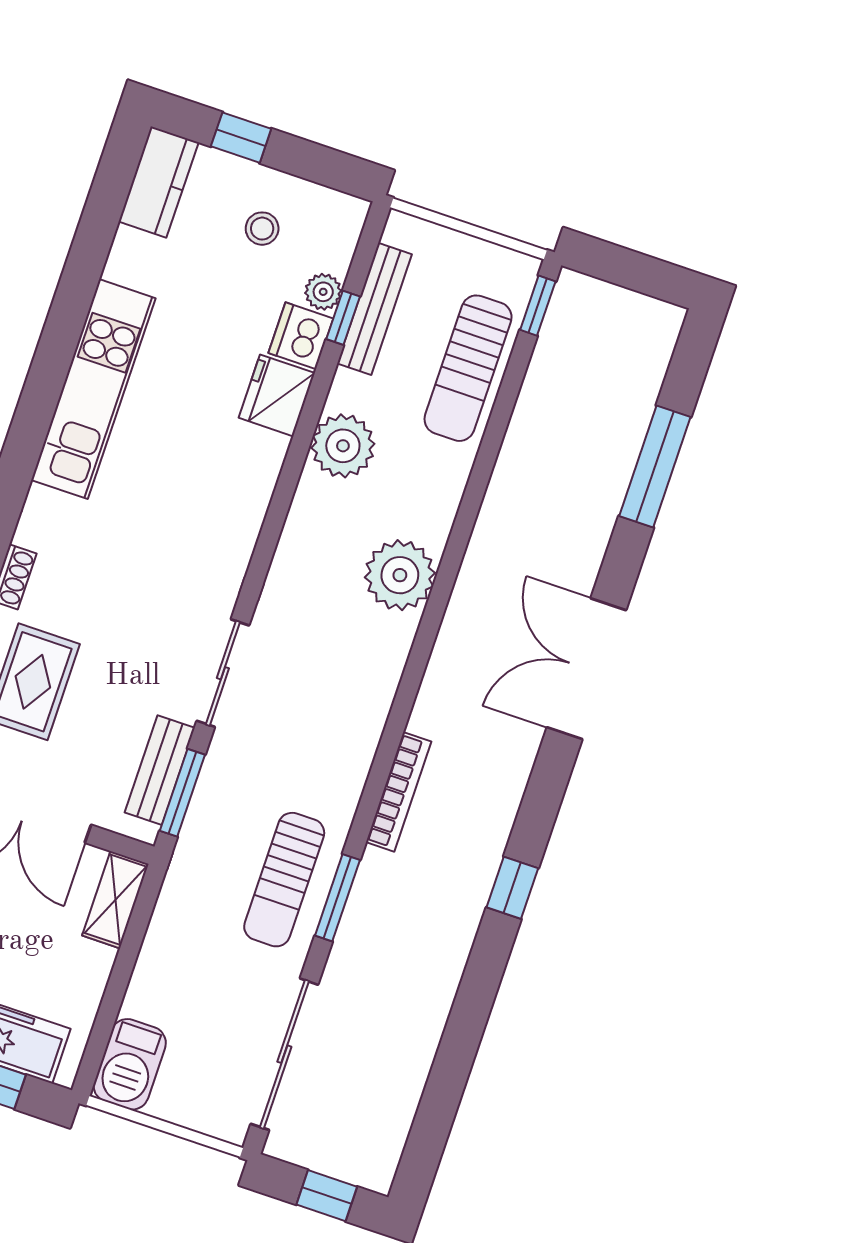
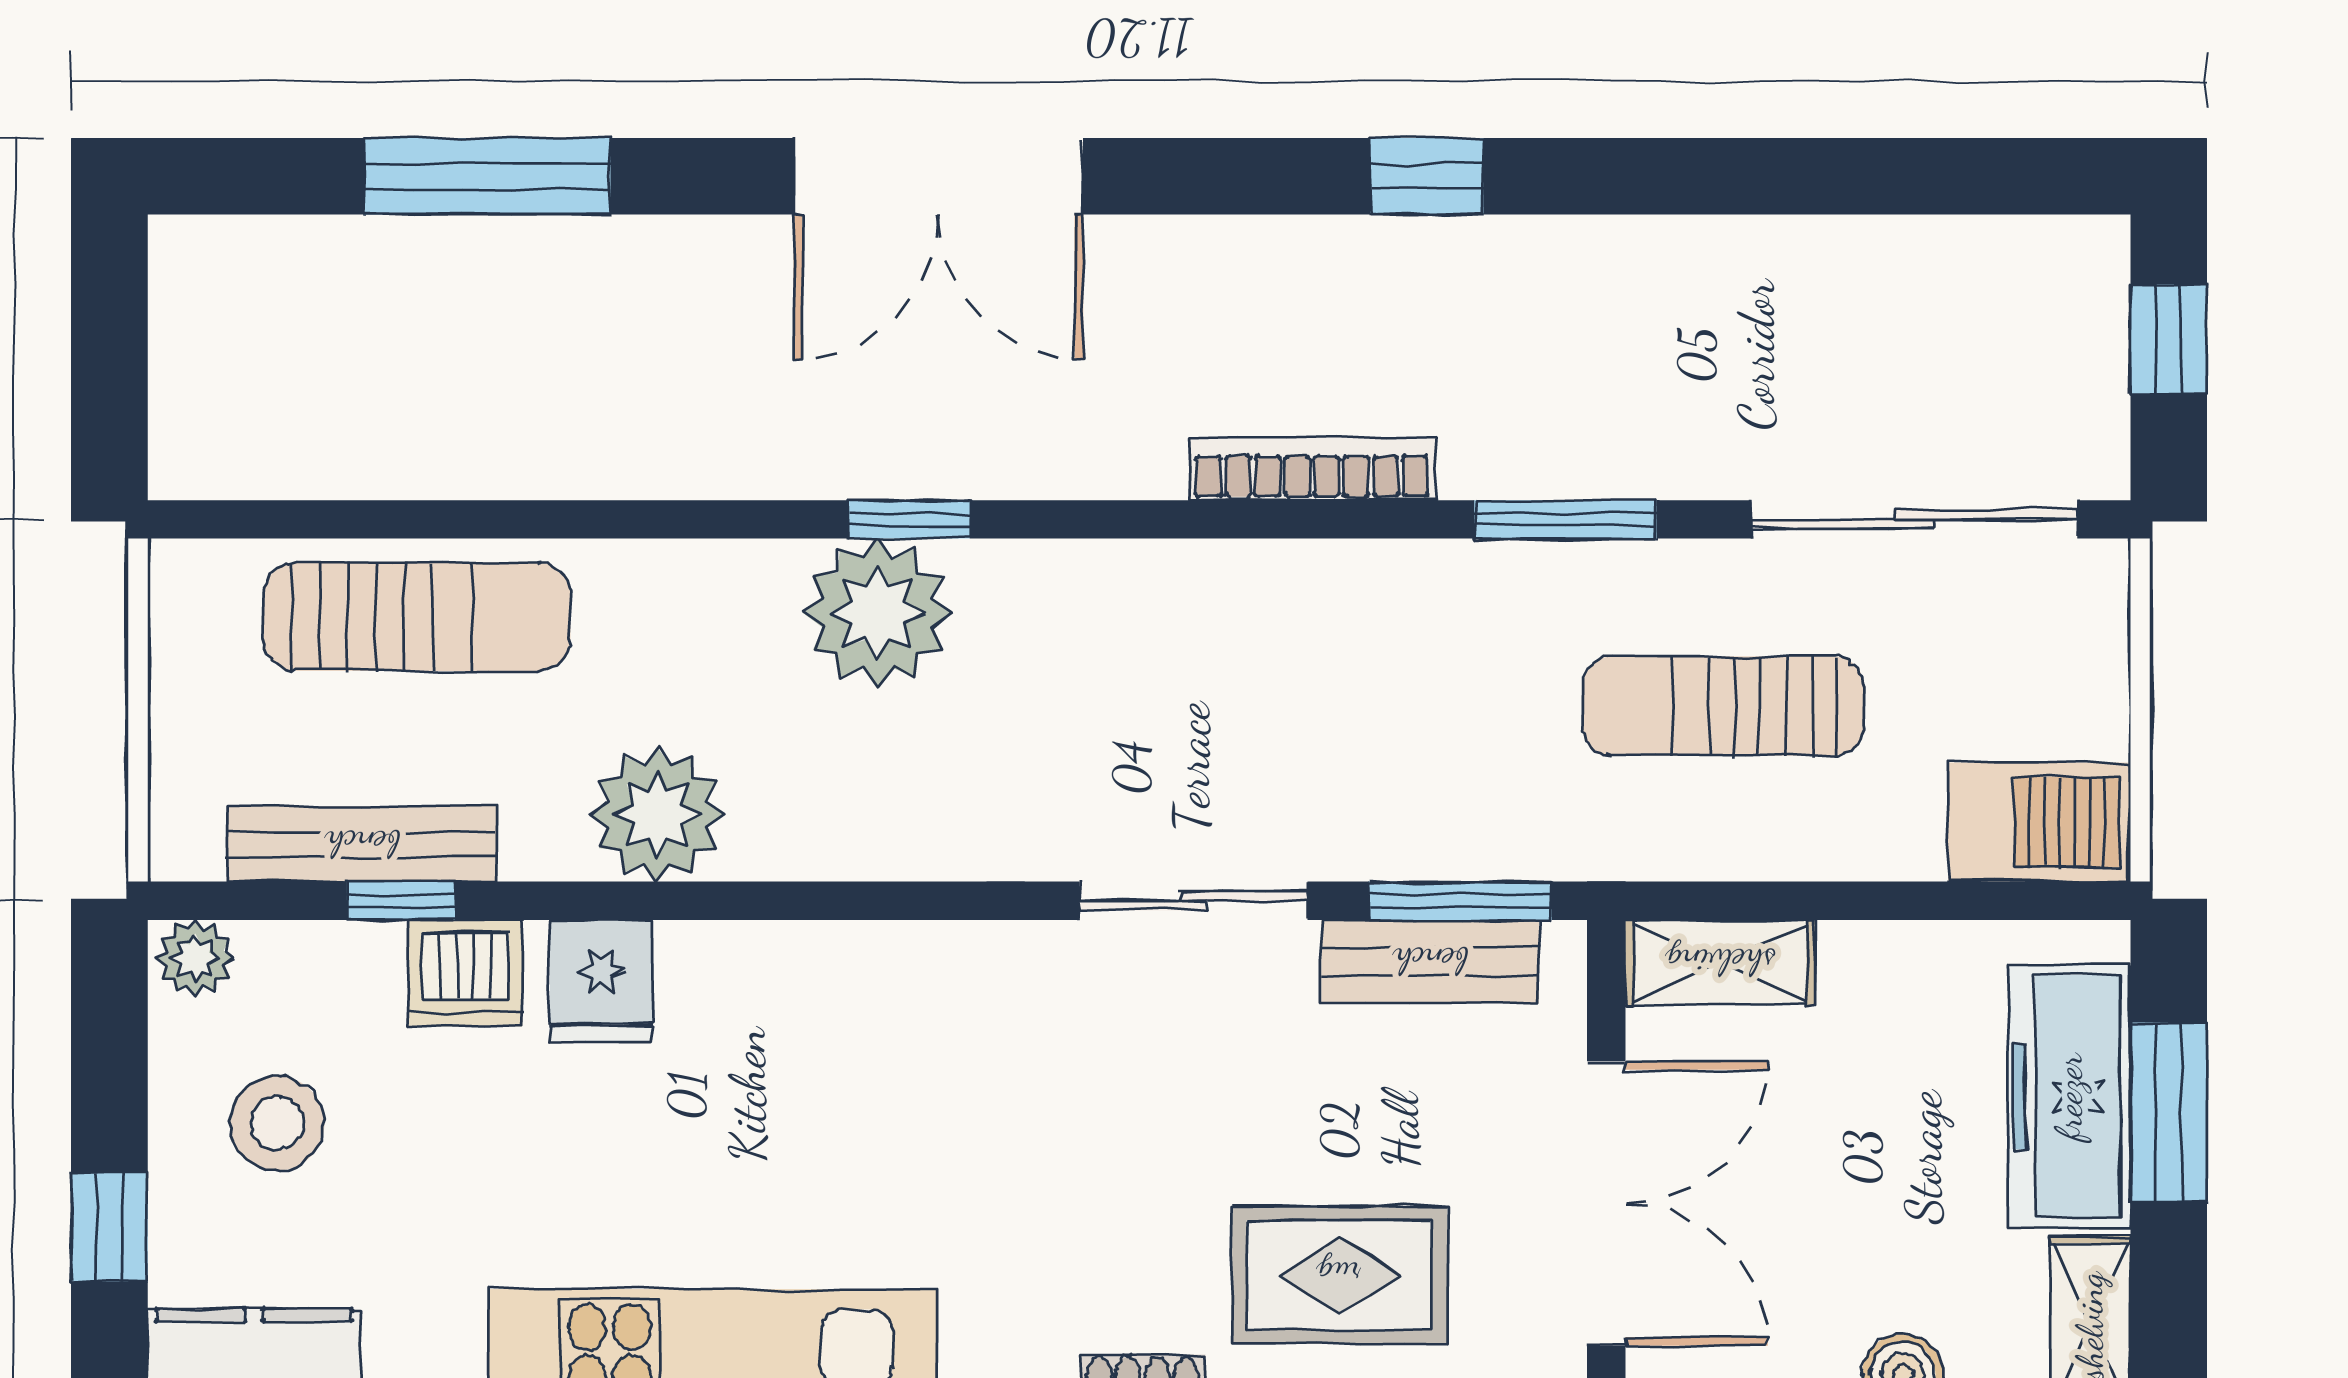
stool: (262, 229) -> (277, 1123), width x1.37, depth x1.37
plant: (323, 292) -> (195, 958), moved
window: (538, 306) -> (909, 519), moved
fridge: (277, 395) -> (601, 981), width x0.72
sun lounger: (284, 880) -> (1723, 706), moved, turned 180

